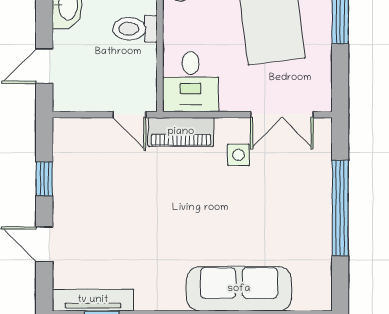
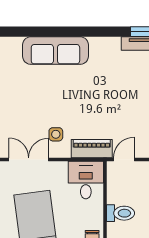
door: (129, 115) -> (124, 159), hinge flipped

